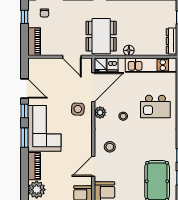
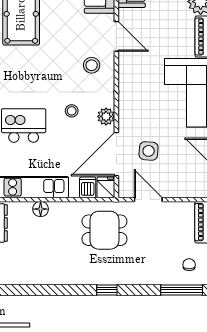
dining table: (101, 36) -> (104, 230), width x0.73
floor lamp: (129, 50) -> (41, 209), moved
side table: (78, 109) -> (149, 151), moved
door: (93, 166) -> (116, 36), hinge flipped

